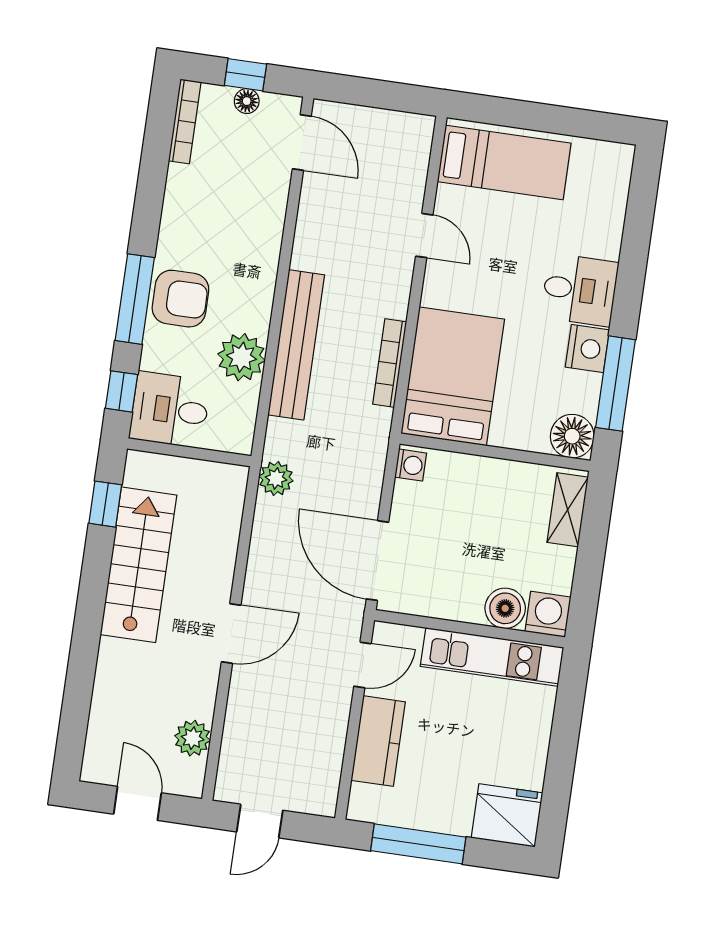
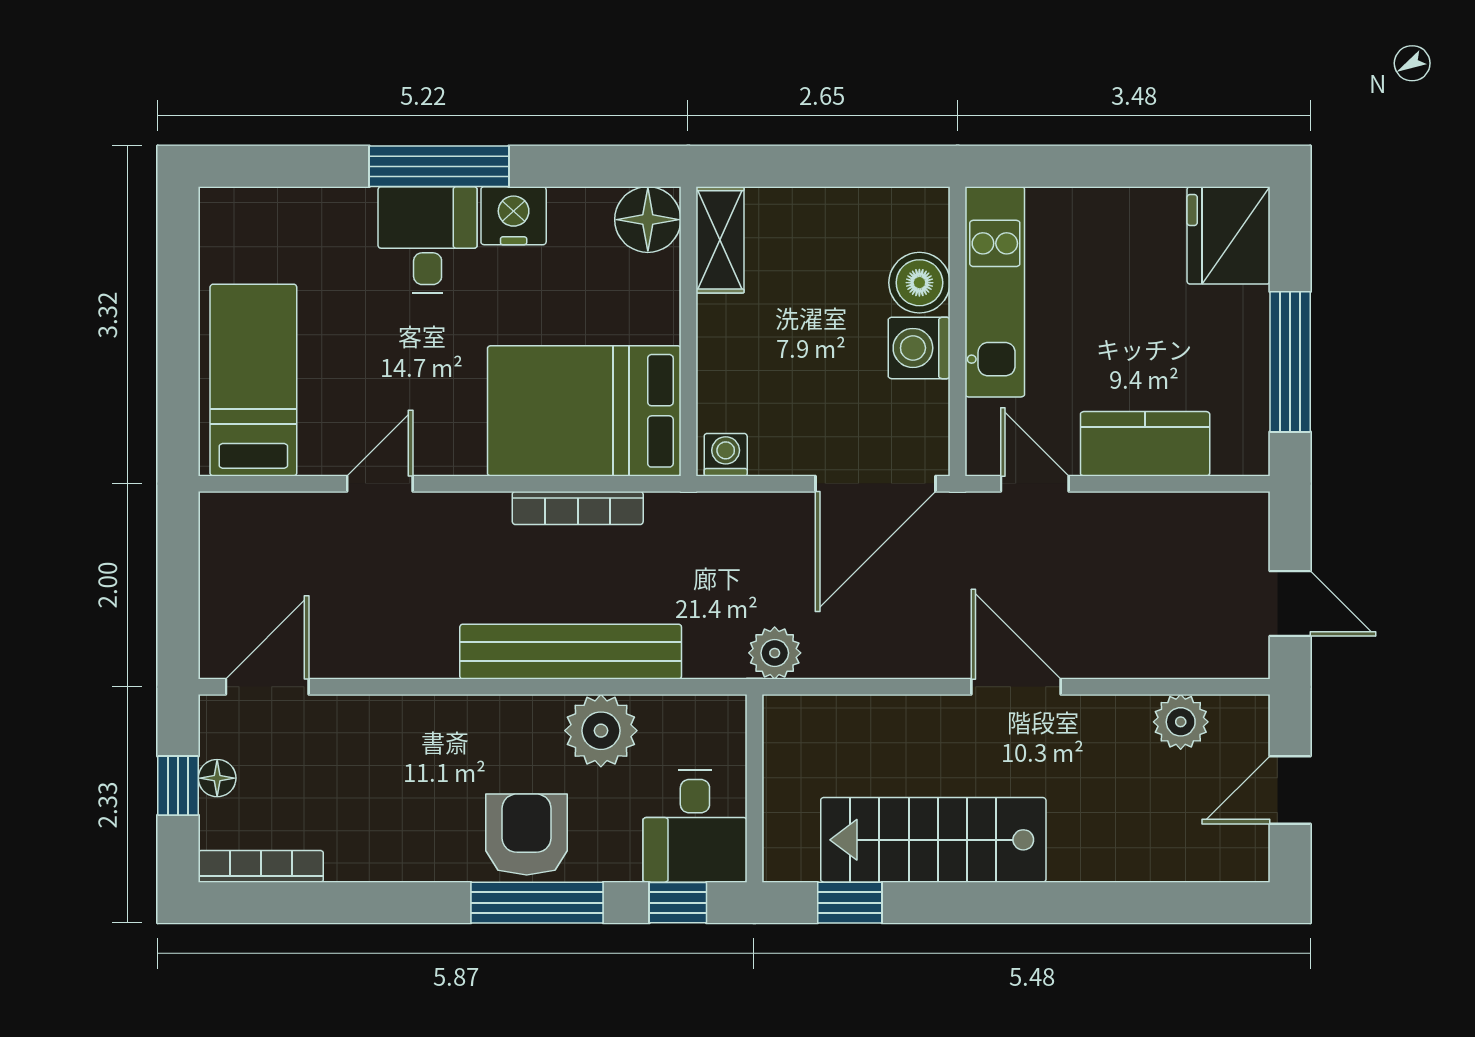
window: (615, 384) -> (439, 166), moved
shelving: (568, 510) -> (720, 240), moved, turned 90
washing machine: (548, 614) -> (919, 348), moved

